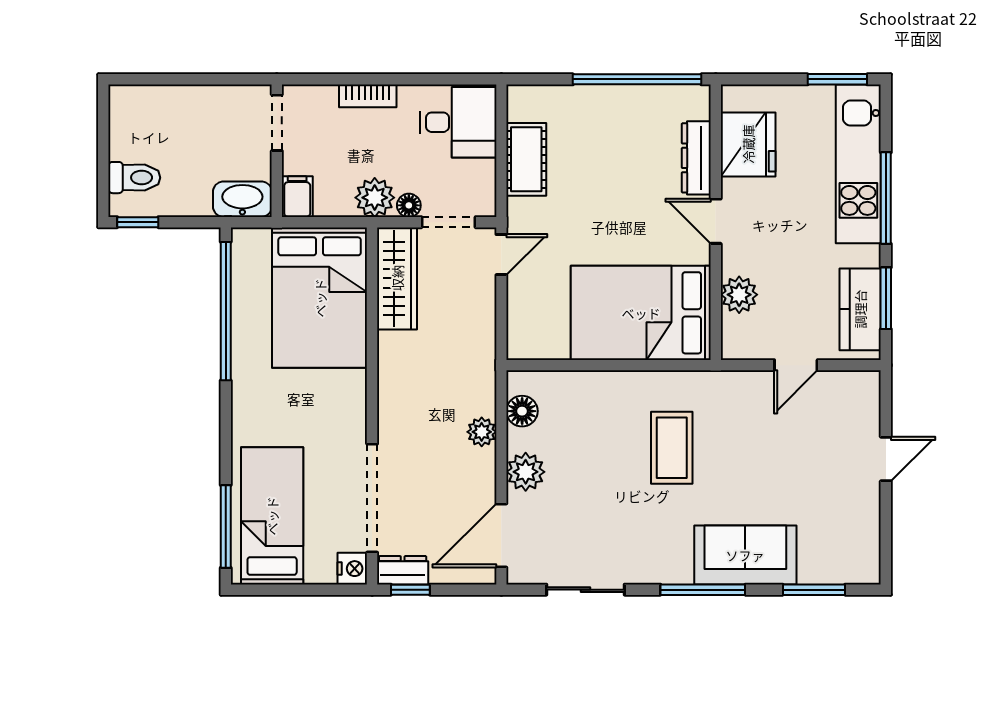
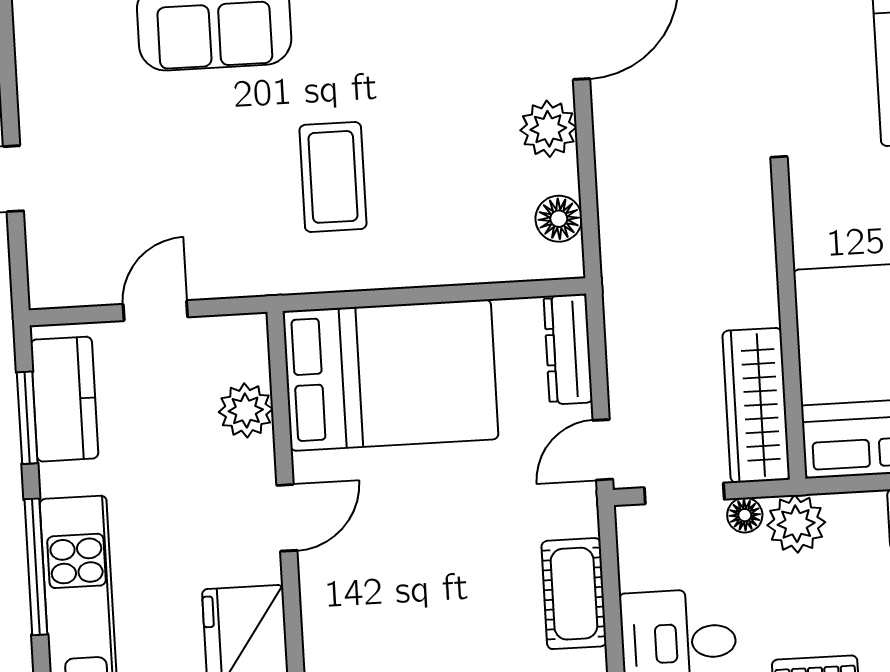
dresser: (696, 158) -> (568, 349), moved, turned 180
door: (716, 221) -> (287, 518), hinge flipped
plant: (482, 432) -> (617, 184), removed

